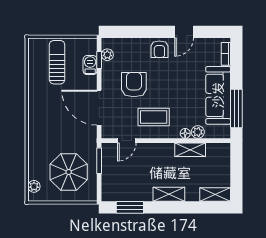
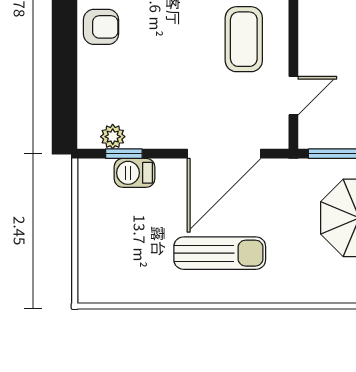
sun lounger: (57, 62) -> (220, 253), moved, turned 180
armchair: (134, 85) -> (176, 81), removed
door: (127, 141) -> (293, 96), hinge flipped

